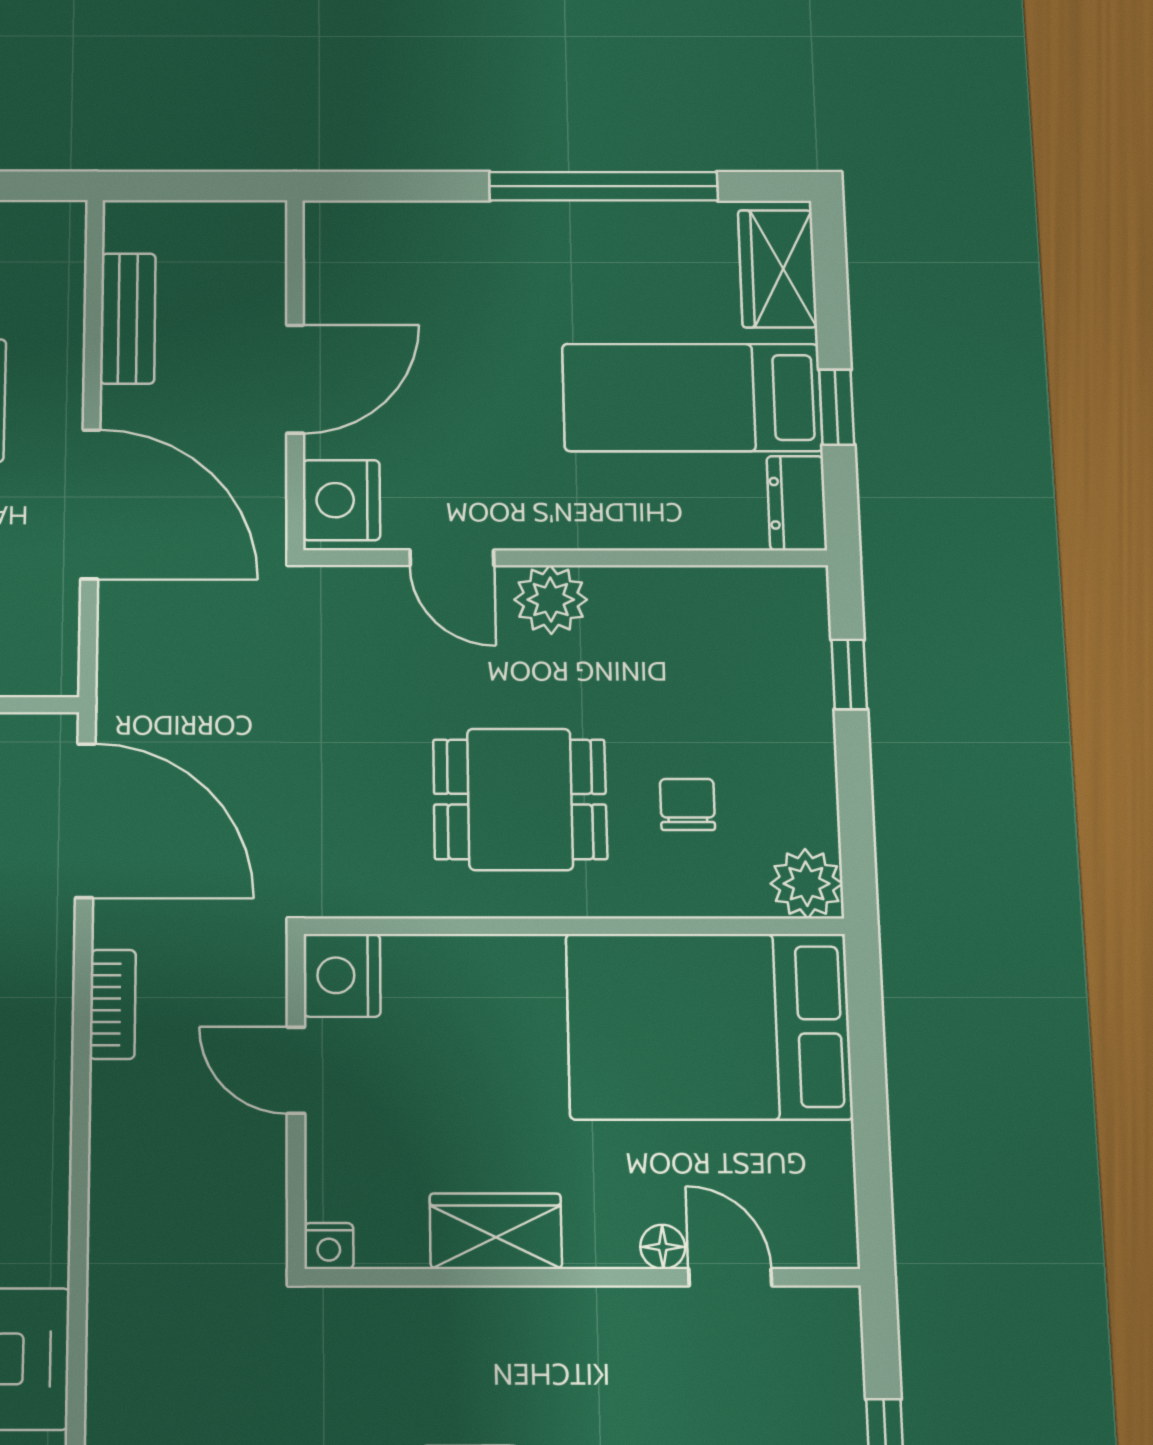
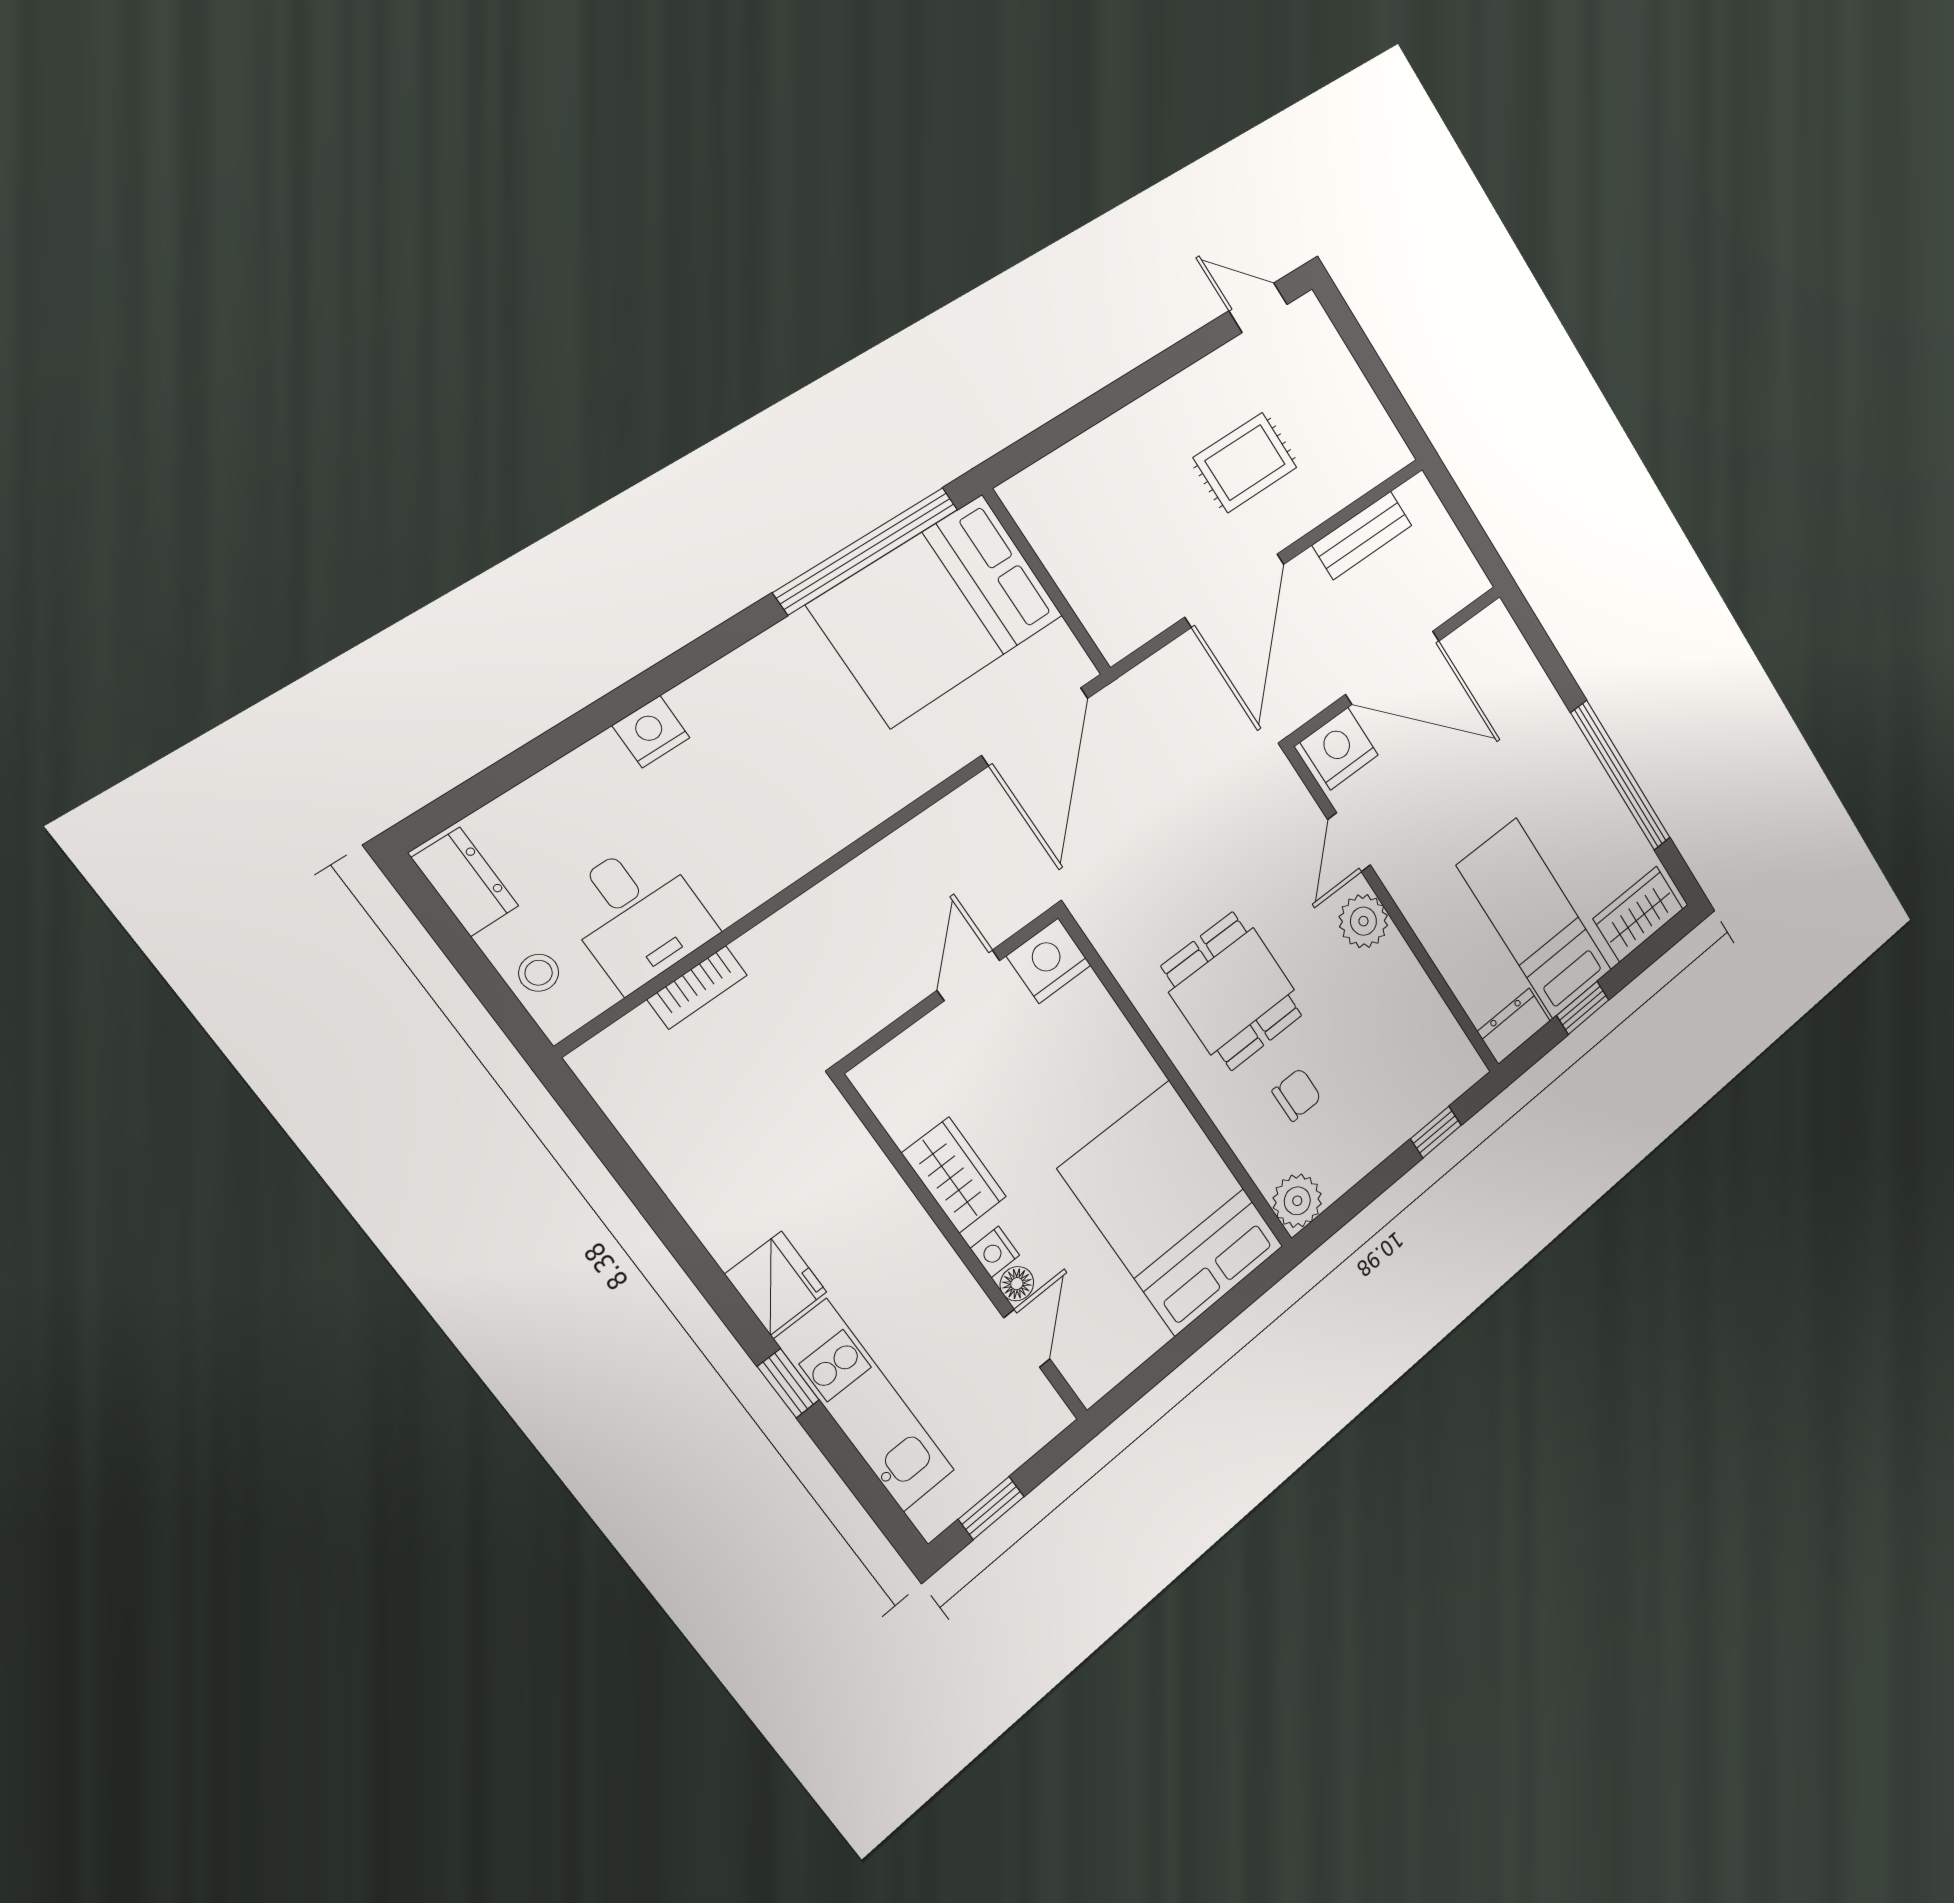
door: (295, 379) -> (1393, 667), width x1.36
bookcase: (113, 1004) -> (697, 987), moved
nightstand: (329, 1246) -> (995, 1252), moved

